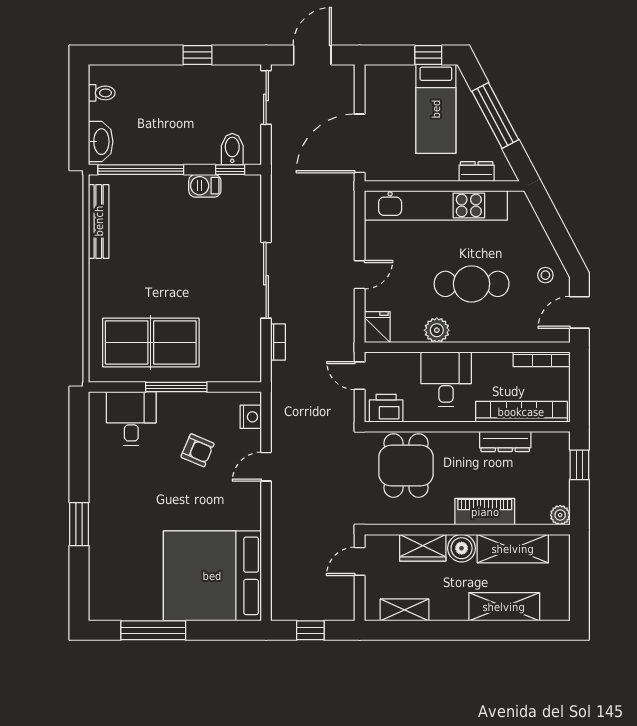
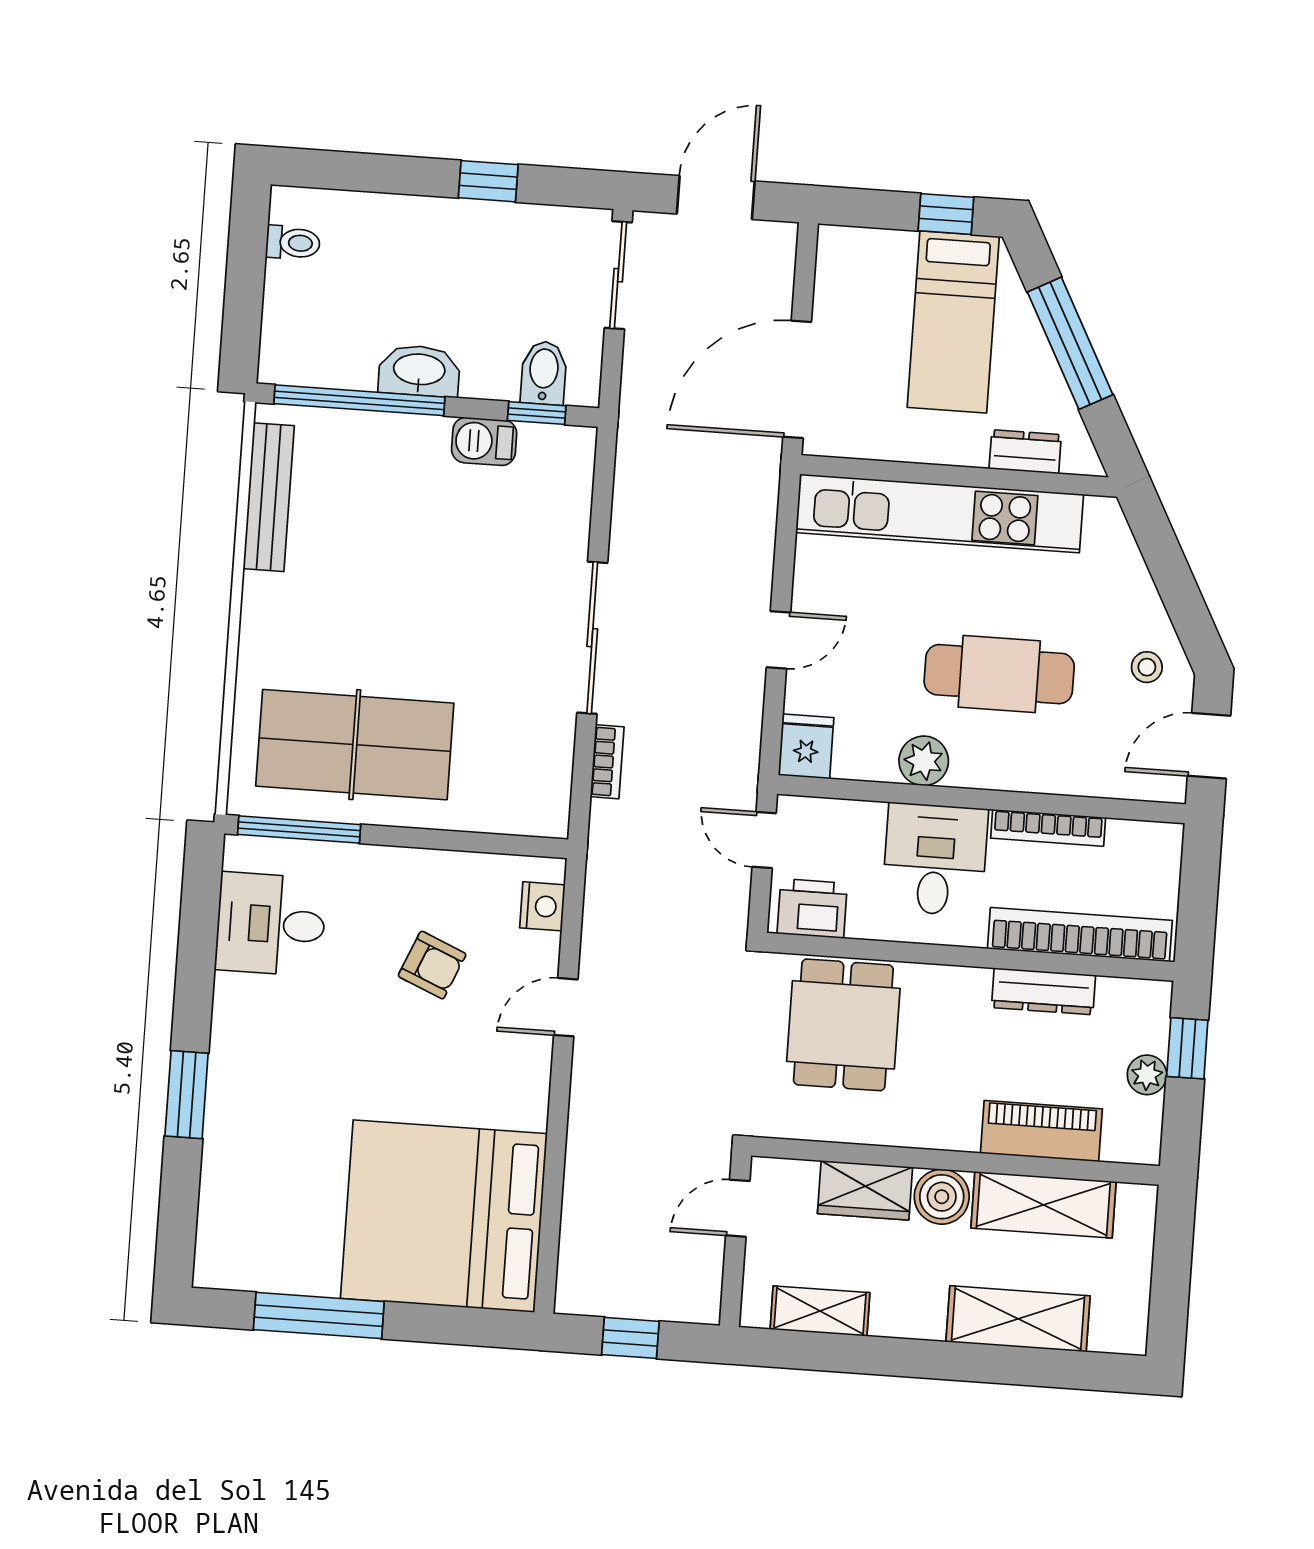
washbasin: (101, 142) -> (419, 371), moved, turned -90
bookcase: (542, 359) -> (1048, 828), moved
window: (176, 387) -> (299, 829), moved
desk: (131, 418) -> (271, 924), moved, turned -90
piano: (485, 512) -> (1041, 1131), moved
plant: (560, 515) -> (1147, 1075), moved

